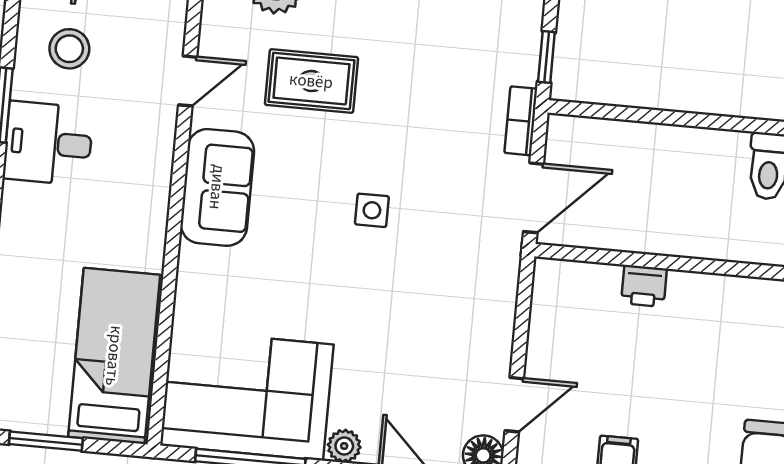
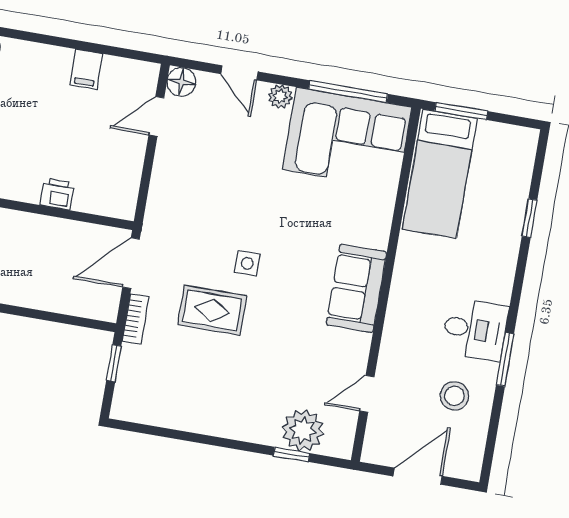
door: (188, 81) -> (367, 394), moved
rug: (311, 81) -> (212, 310), moved
window: (46, 441) -> (461, 111), moved

